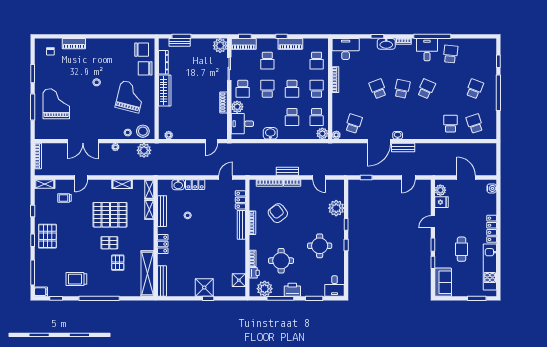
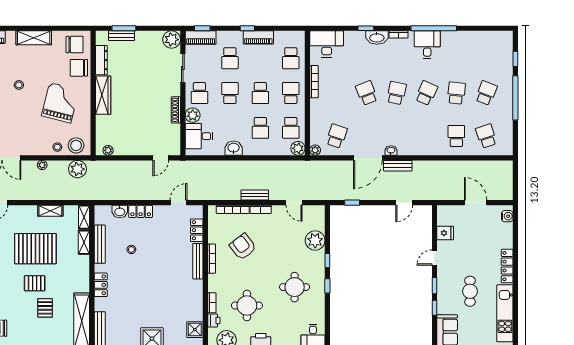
shelving: (109, 44) -> (34, 38), added
school desk: (450, 54) -> (456, 93), moved
plant: (440, 190) -> (444, 218), removed

